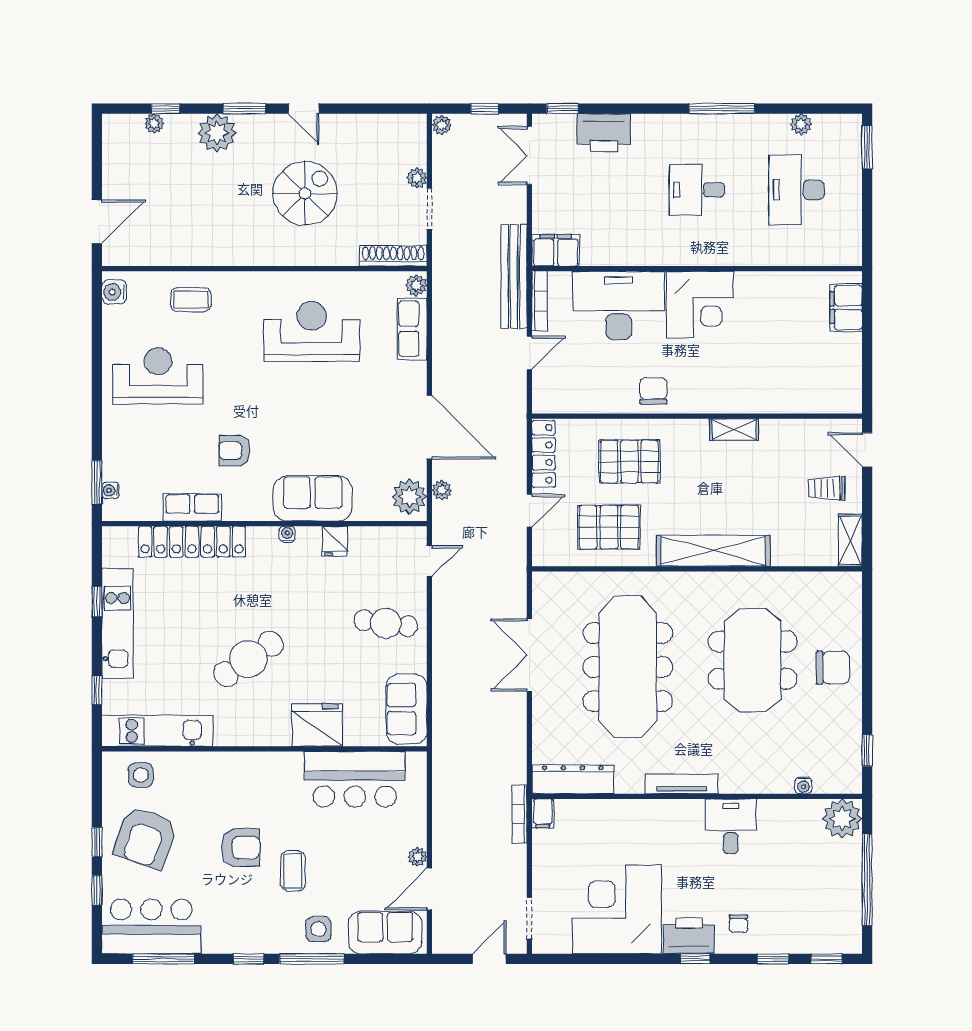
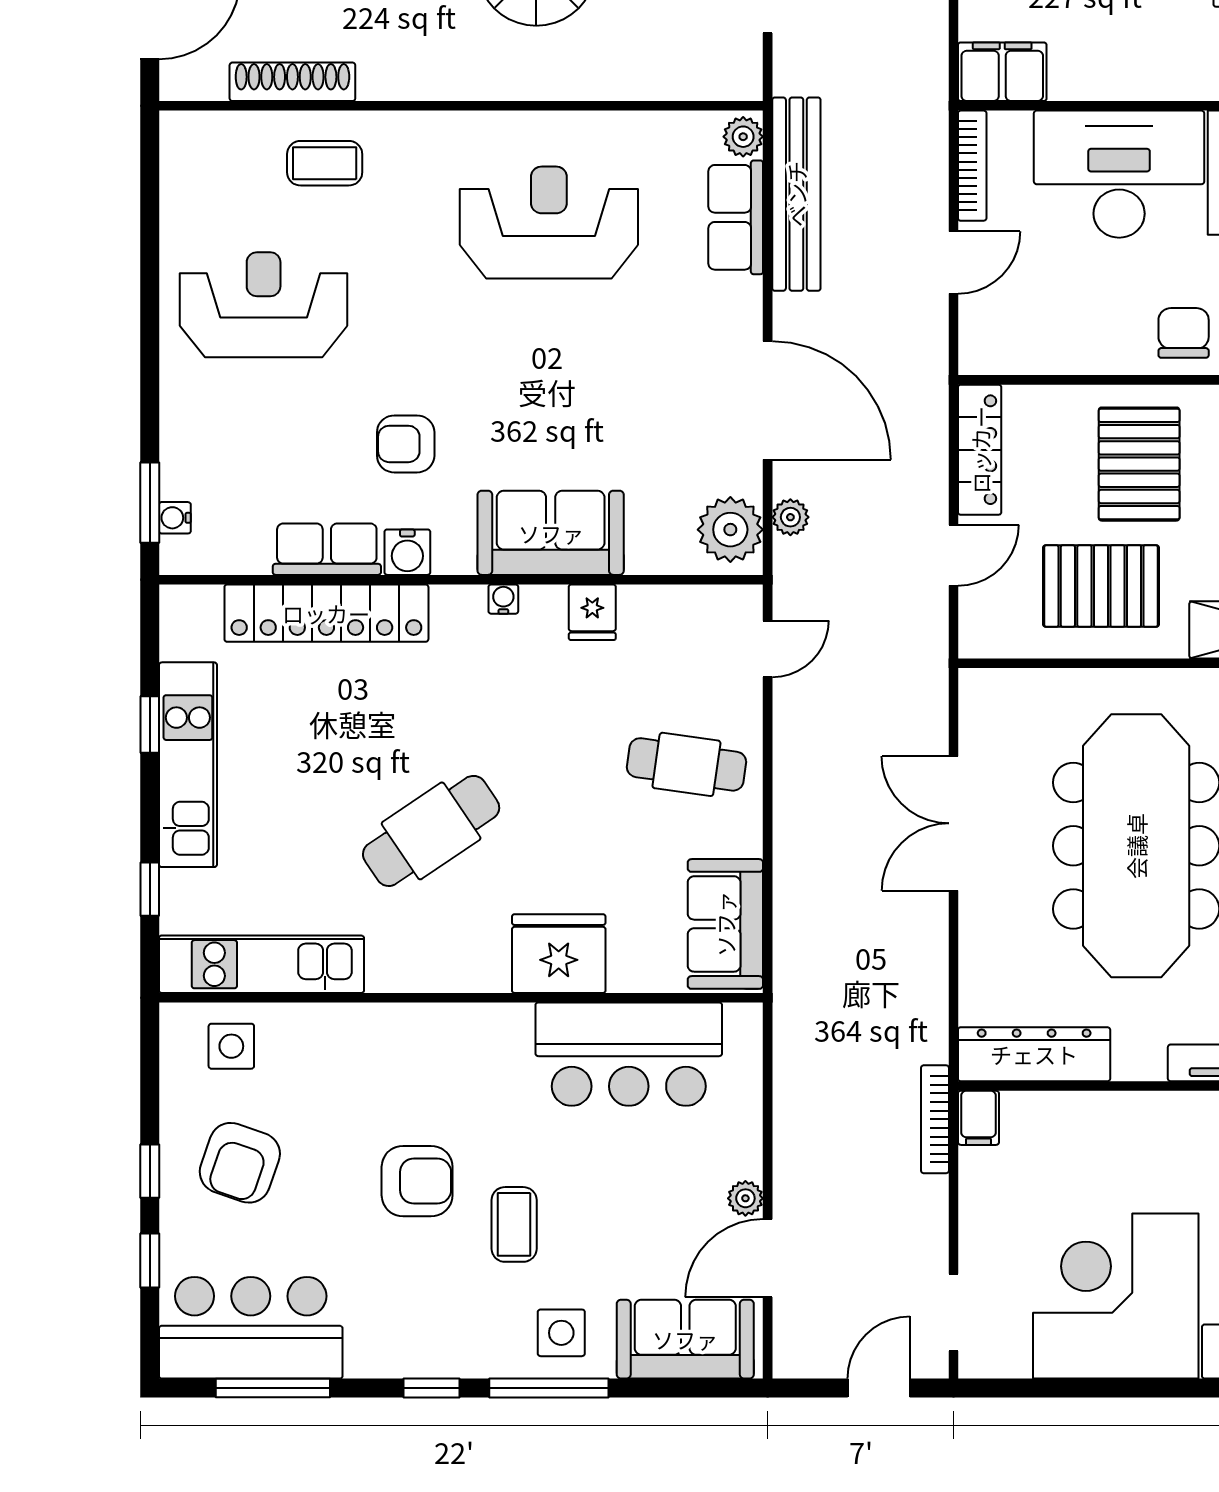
shoe rack: (393, 256) -> (292, 82), moved
bench: (514, 277) -> (796, 194), moved
water cooler: (114, 292) -> (407, 552), moved, turned -90
pallet: (629, 462) -> (1139, 464), turned 90
armchair: (145, 838) -> (240, 1163), width x0.73, depth x0.73

